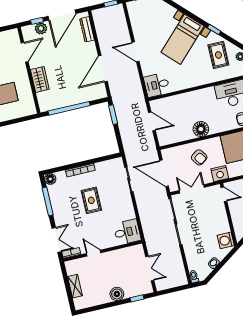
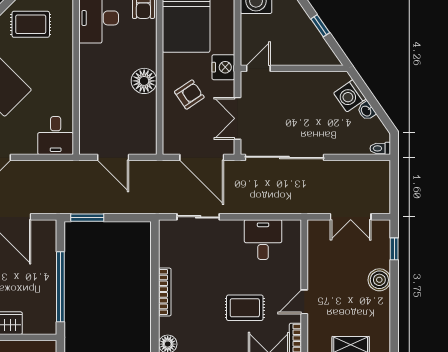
door: (152, 121) -> (113, 157), swing flipped
door: (164, 173) -> (202, 157), hinge flipped
rug: (91, 200) -> (245, 308), moved
desk: (127, 232) -> (263, 240), moved
washing machine: (226, 240) -> (350, 96), moved, turned 55
double door: (150, 268) -> (351, 217), swing flipped

